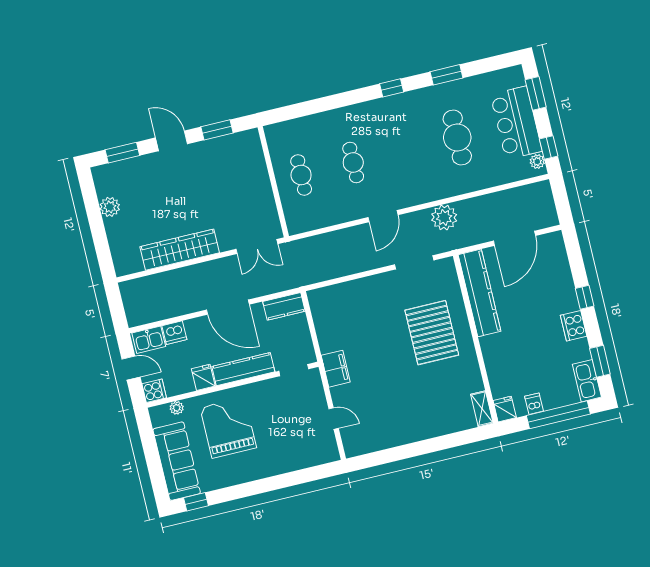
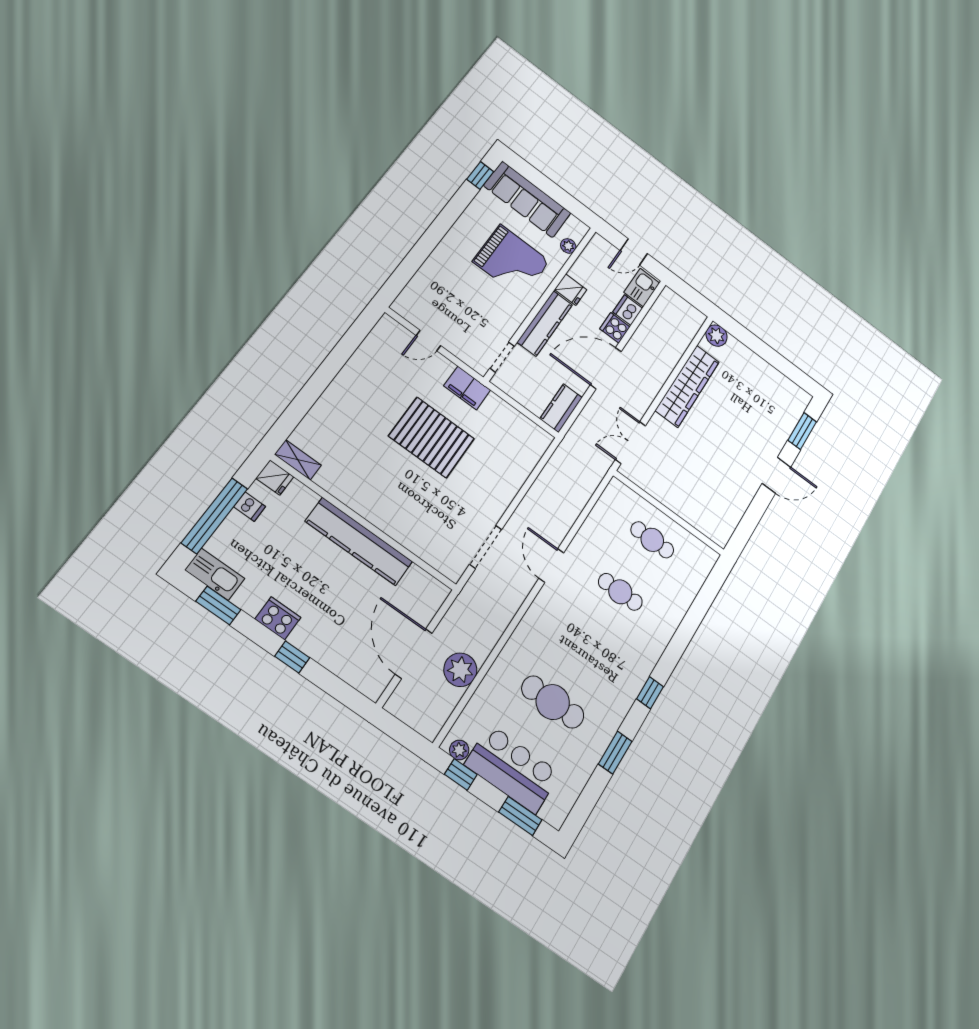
window: (217, 130) -> (752, 517), removed
plant: (110, 207) -> (716, 336), moved
plant: (444, 217) -> (460, 670), moved
kitchen counter: (479, 293) -> (359, 541), moved
pallet: (432, 333) -> (432, 437), moved
cooker: (154, 391) -> (615, 328), moved, turned 90

